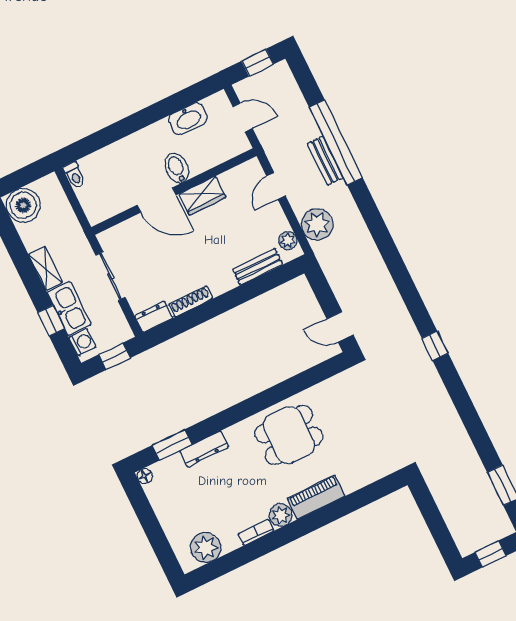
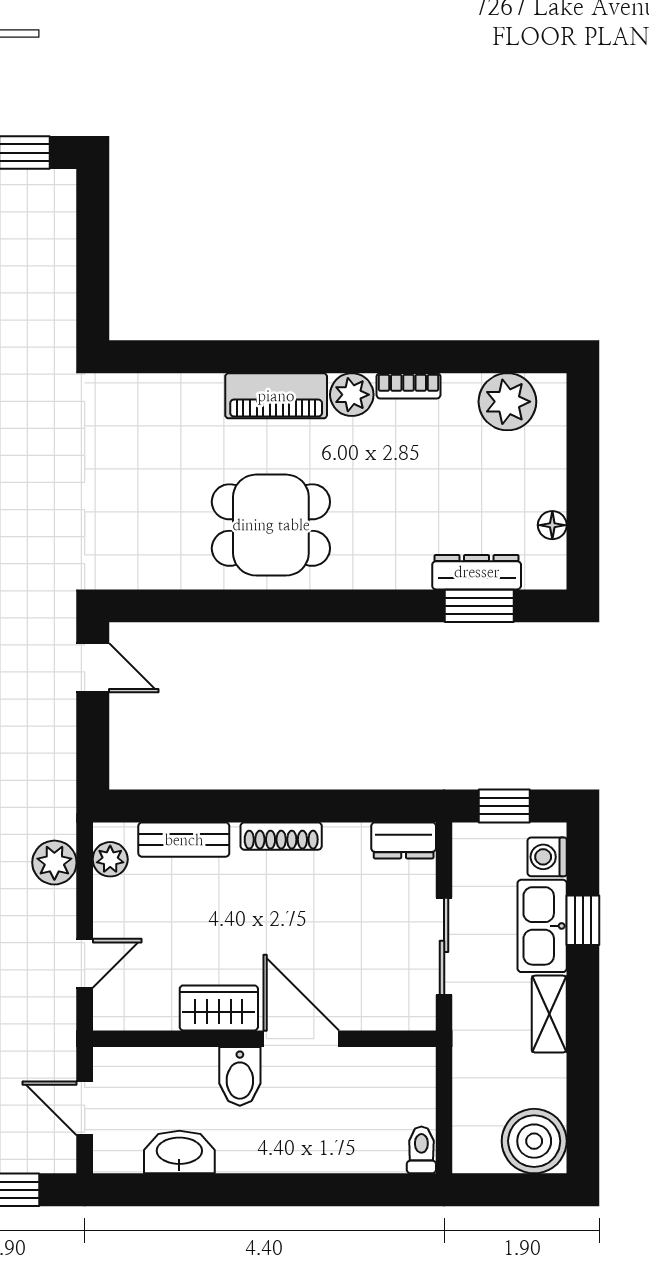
plant: (317, 224) -> (54, 863), width x0.73, depth x0.73
shoe rack: (191, 302) -> (281, 836), moved
dresser: (204, 449) -> (477, 572), moved
floor lamp: (145, 476) -> (552, 525), moved

